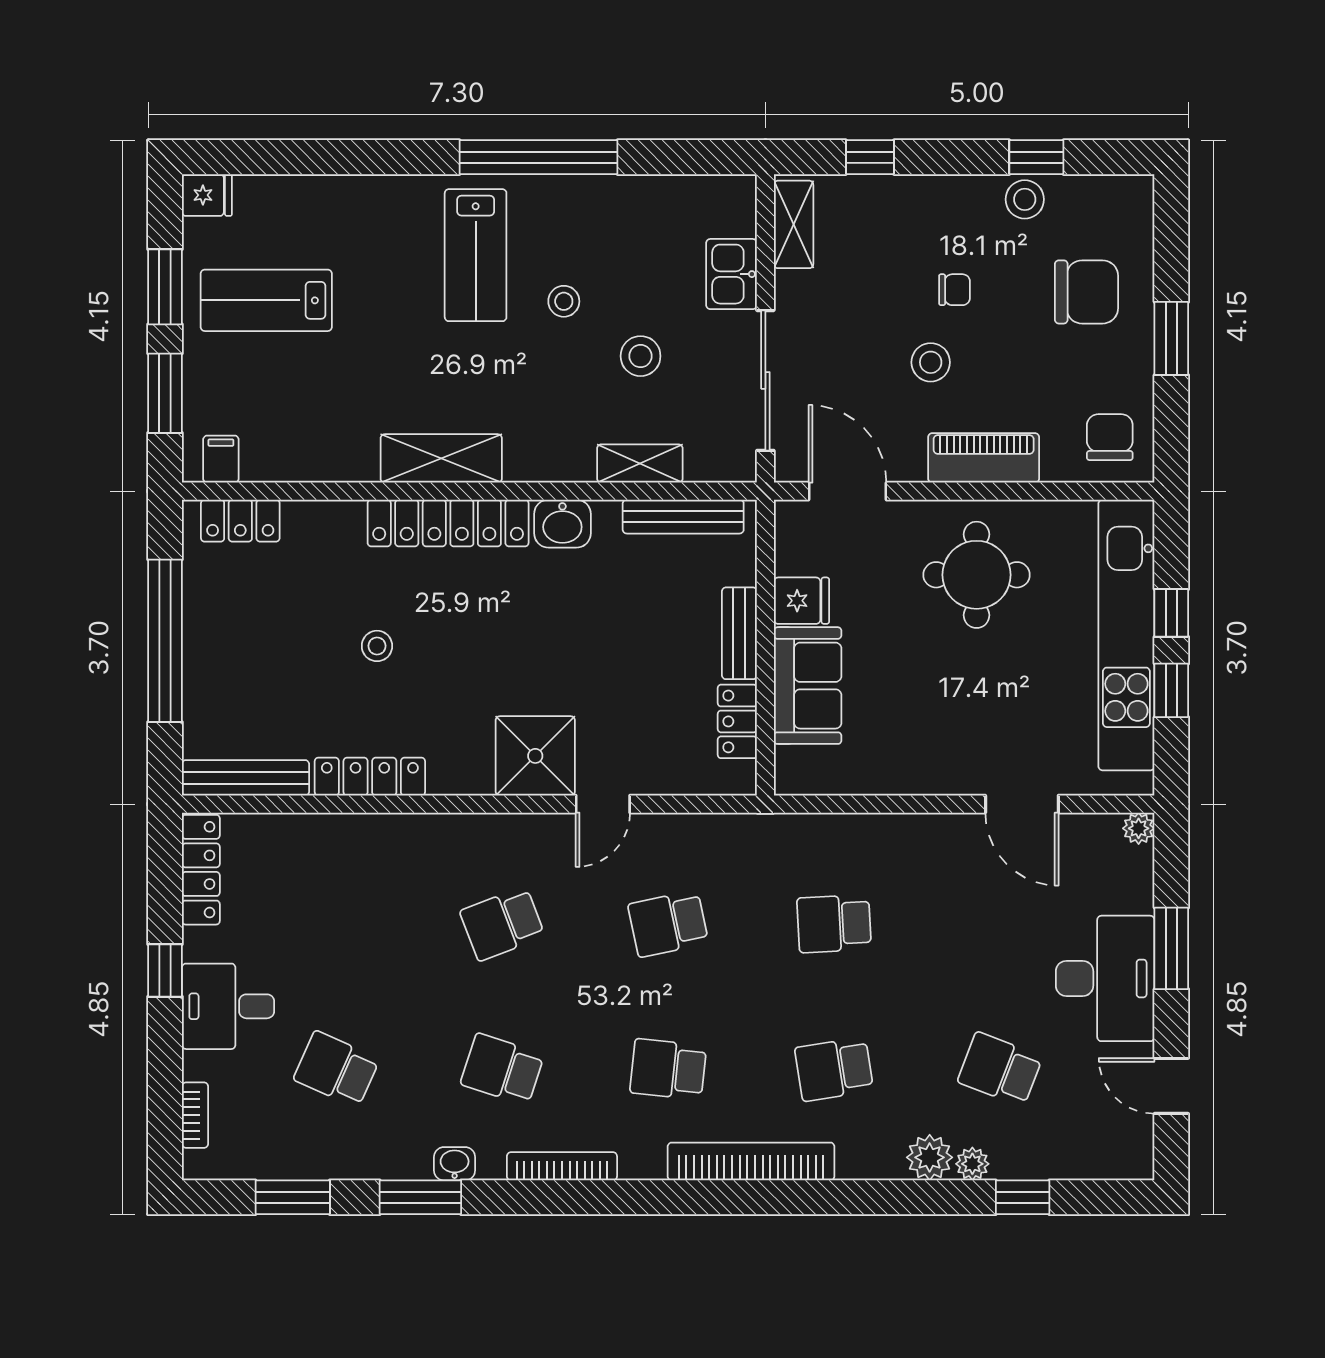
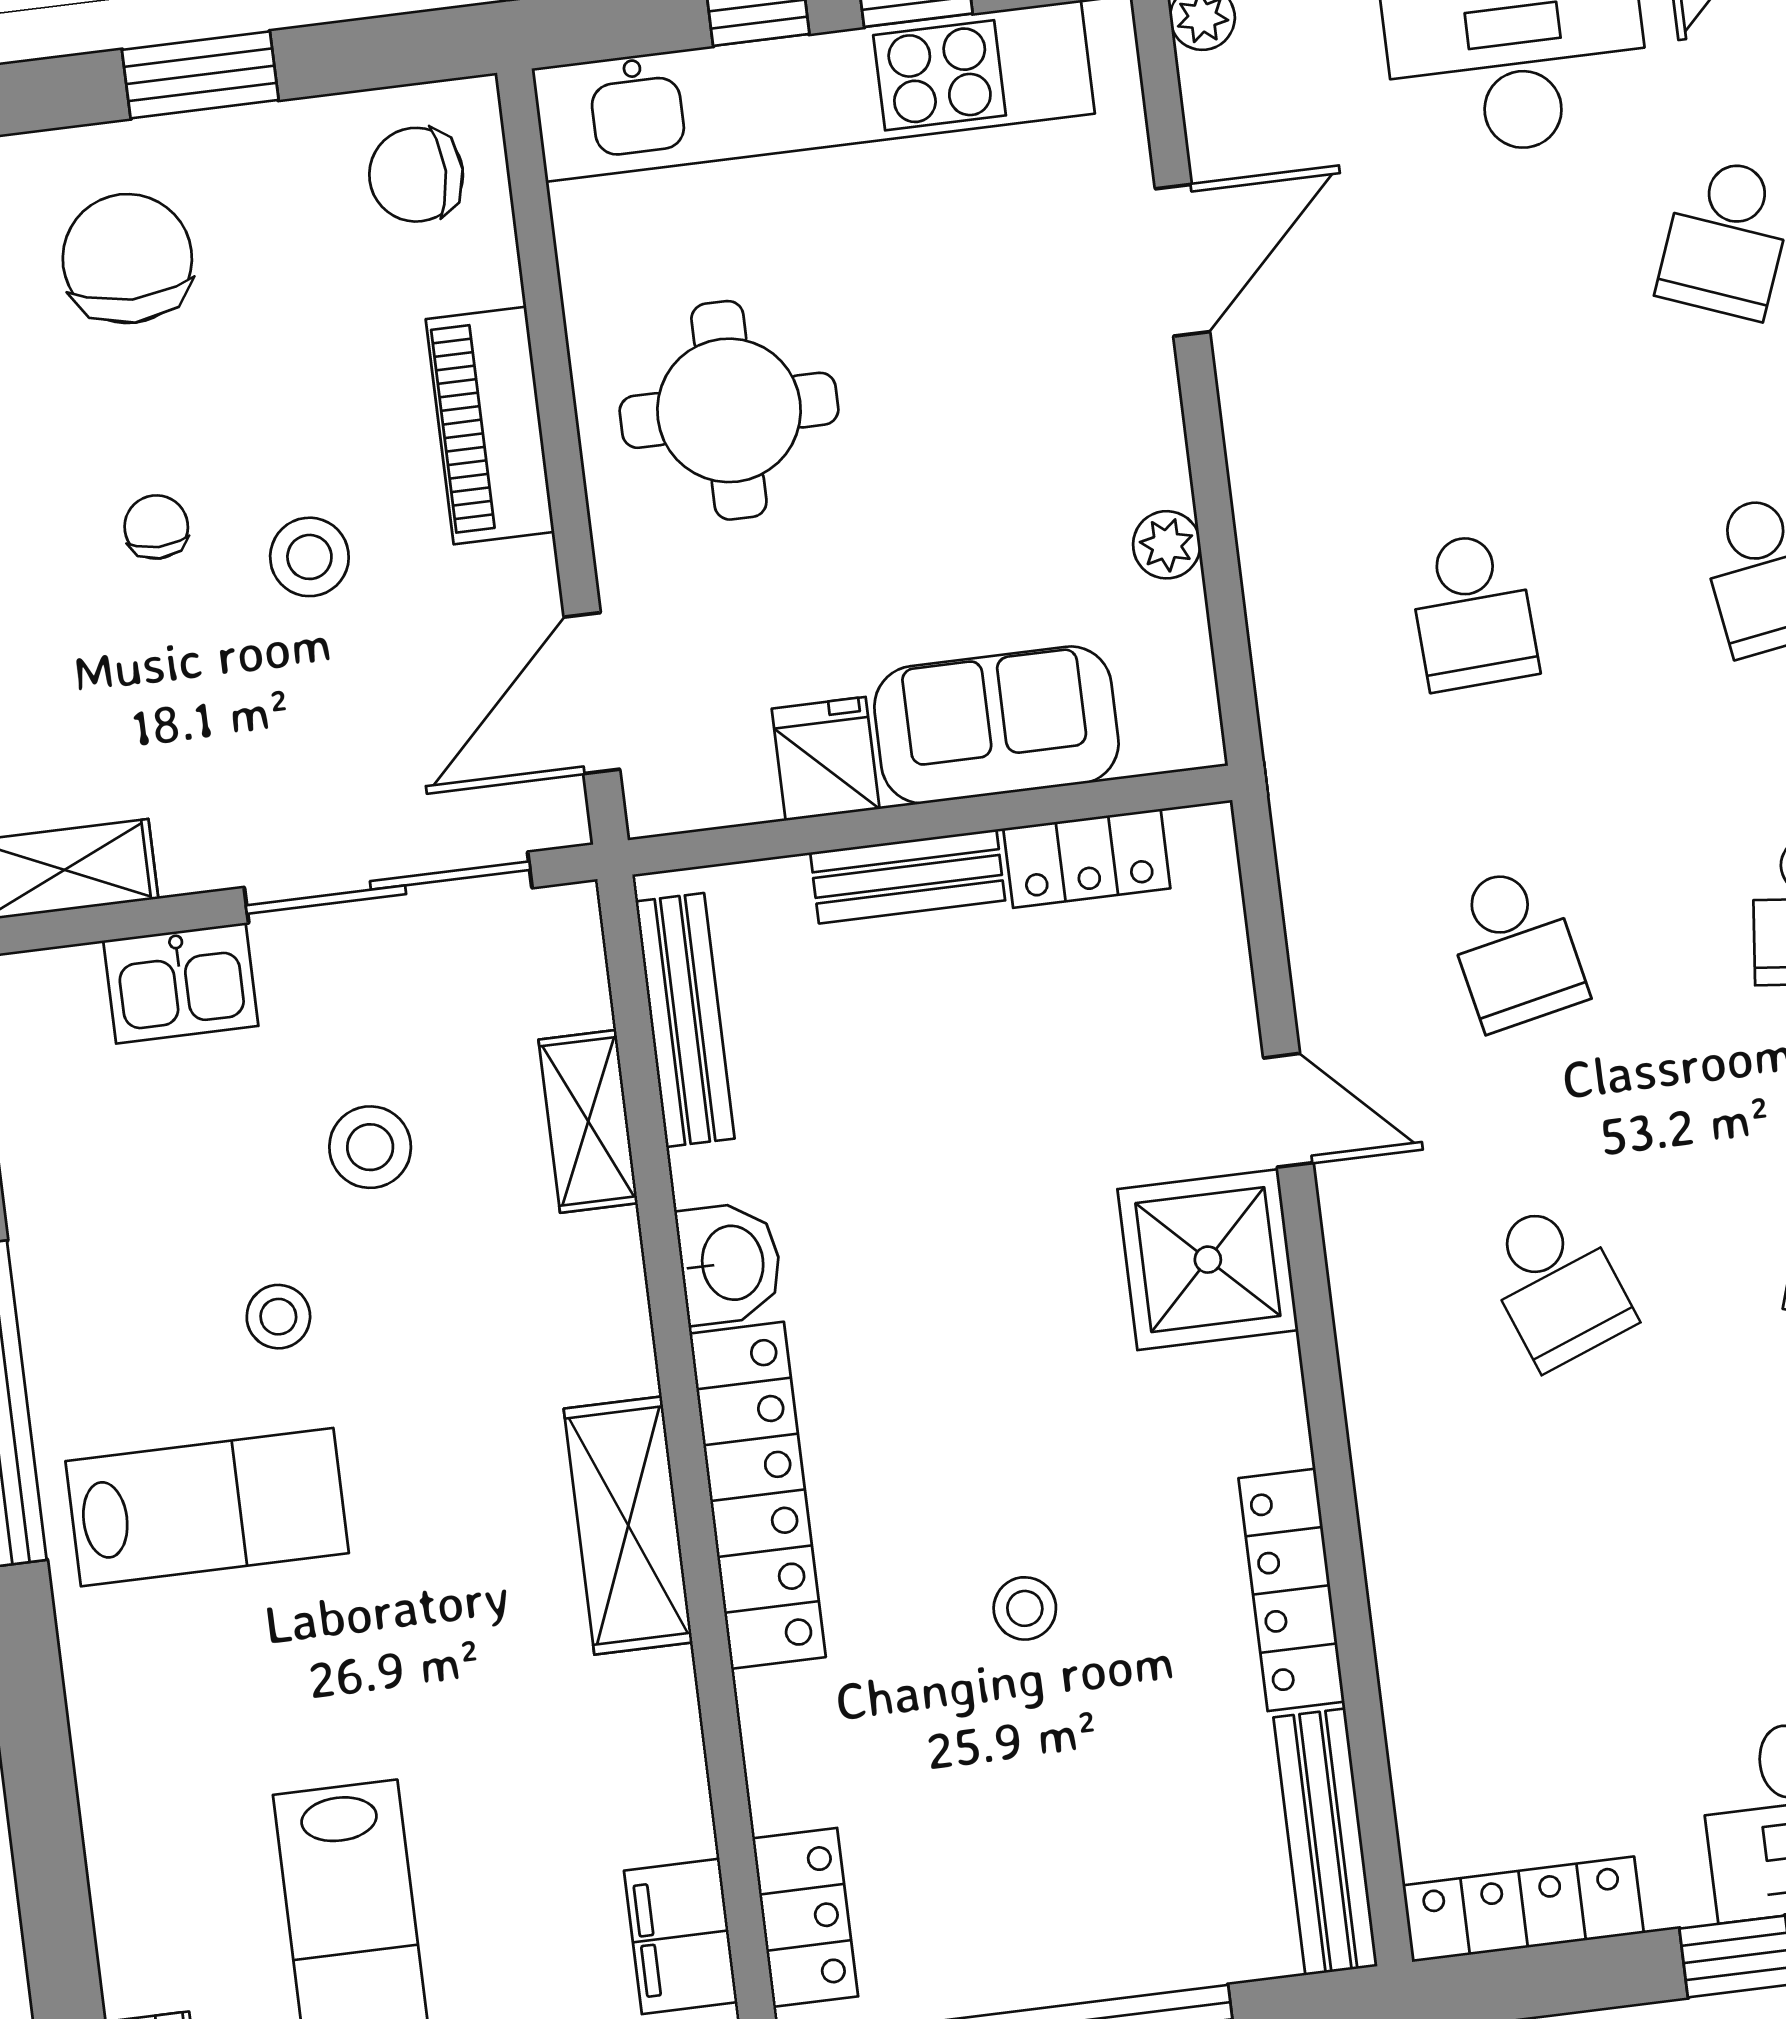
filing cabinet: (221, 459) -> (681, 1936), width x2.00
plant: (885, 779) -> (1167, 545), added

